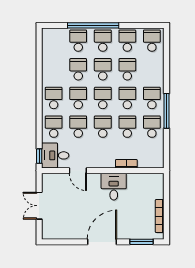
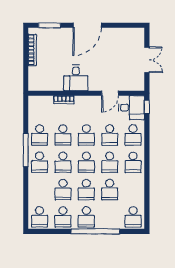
school desk: (78, 41) -> (133, 217), moved
door: (78, 171) -> (110, 93), swing flipped

